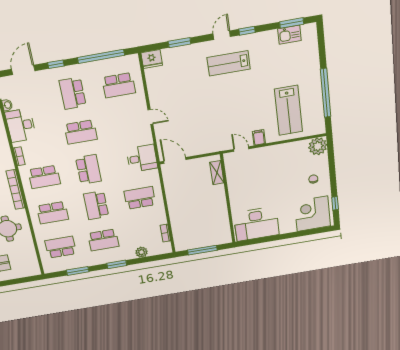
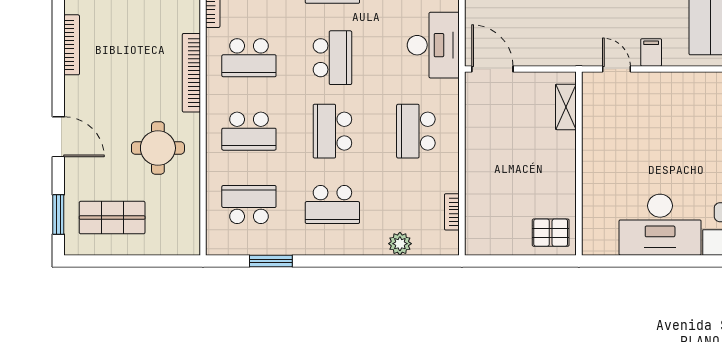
desk: (142, 158) -> (433, 45), width x1.37
school desk: (140, 198) -> (416, 131), turned -90
desk: (256, 224) -> (660, 225), moved
pallet: (218, 234) -> (551, 233), added
window: (202, 250) -> (517, 261), removed
window: (117, 264) -> (348, 261), removed

